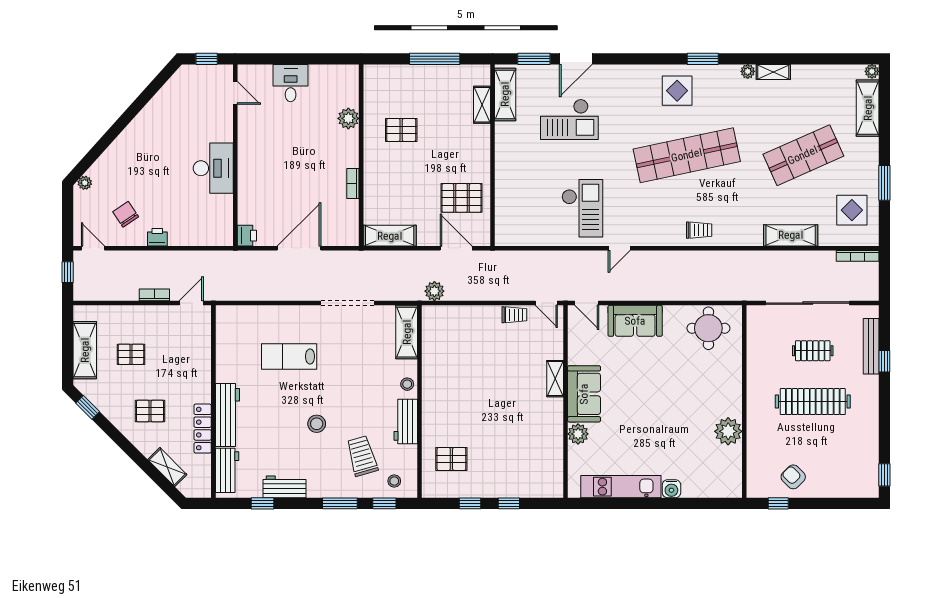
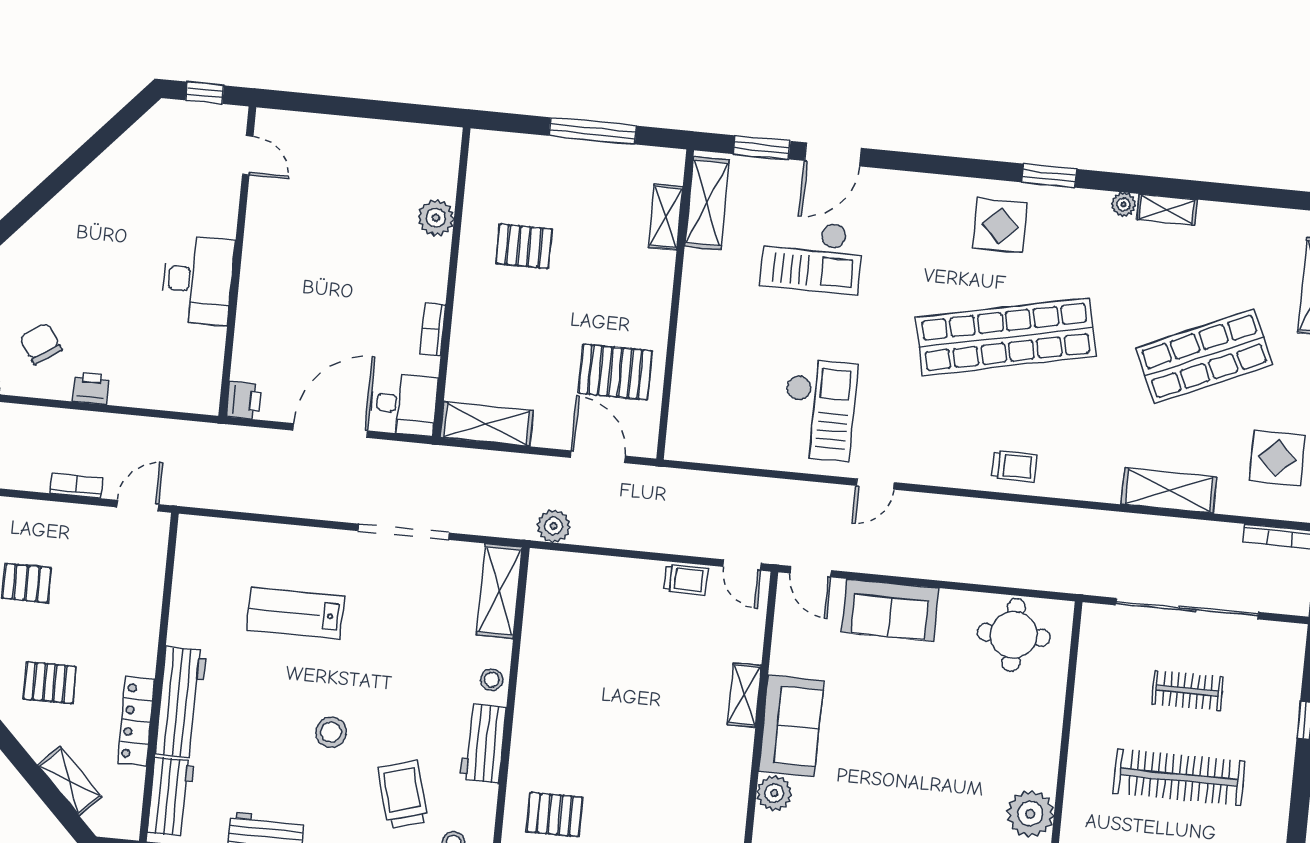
desk: (291, 83) -> (404, 404), moved, turned 90
bench: (871, 346) -> (1288, 693), removed

